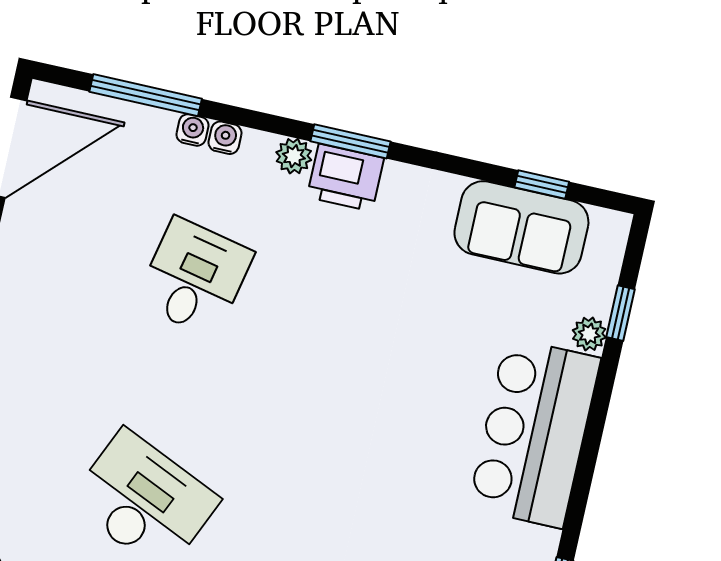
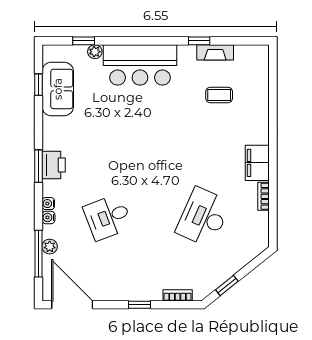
water cooler: (192, 130) -> (48, 204), moved
plant: (294, 156) -> (50, 247), moved
desk: (194, 277) -> (108, 217), turned -33

